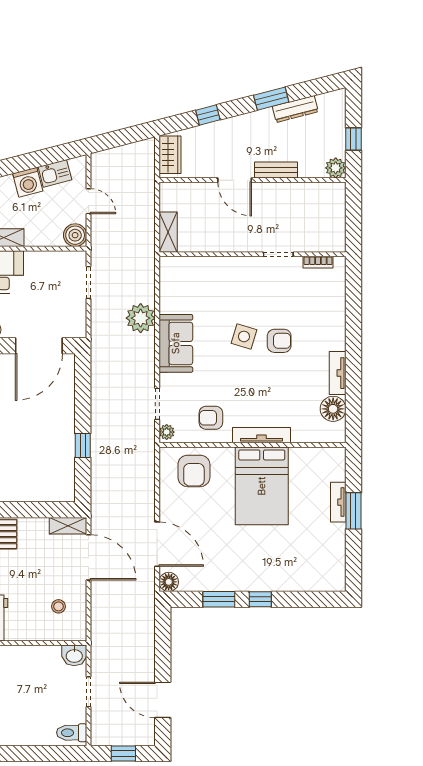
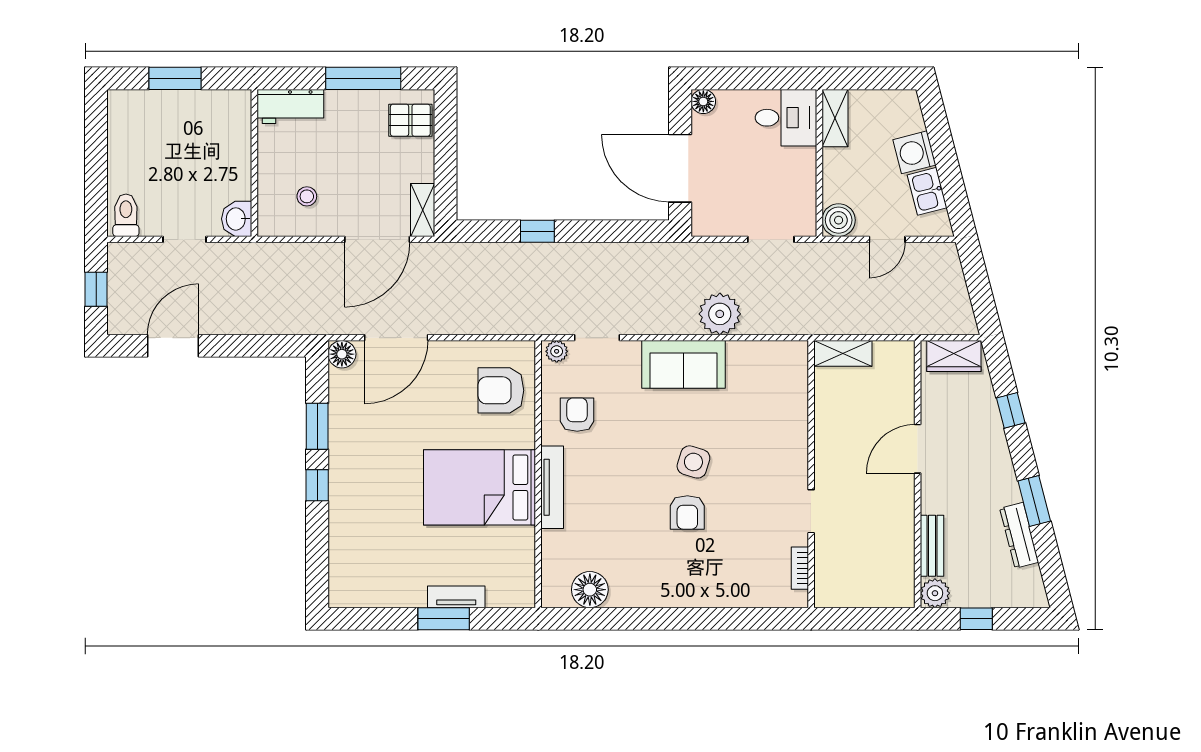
bench: (276, 170) -> (932, 546), moved
tv unit: (338, 373) -> (641, 596), removed

